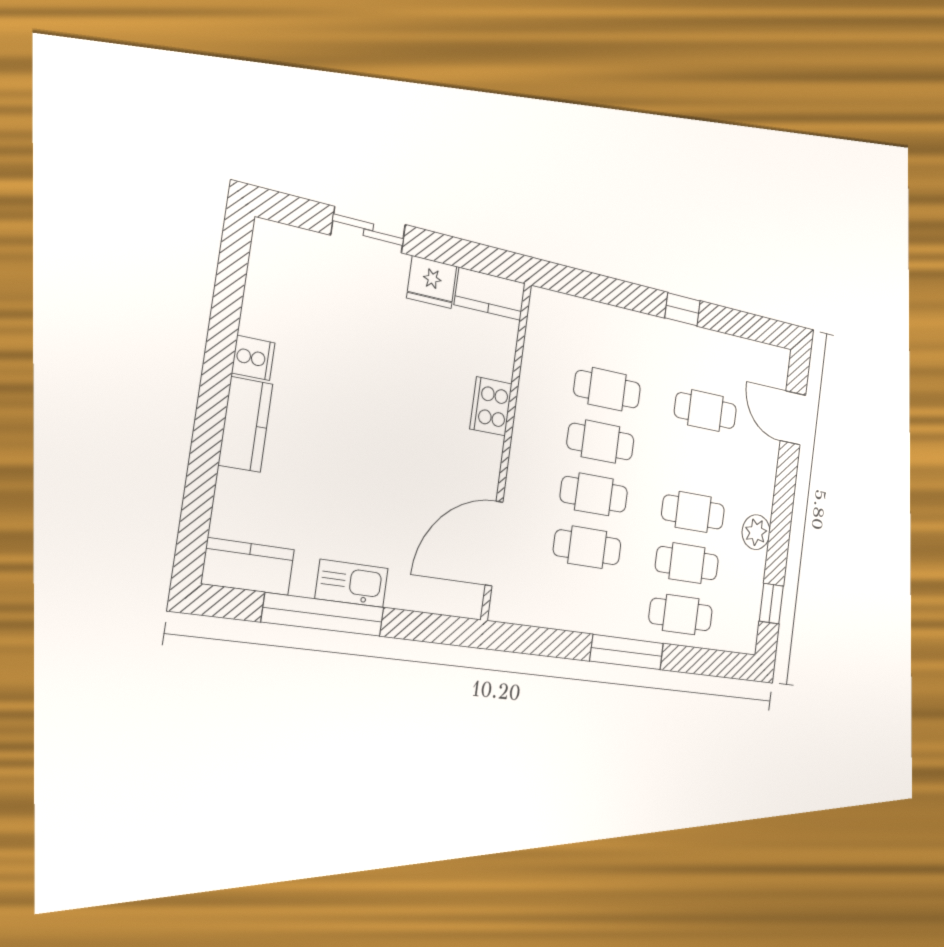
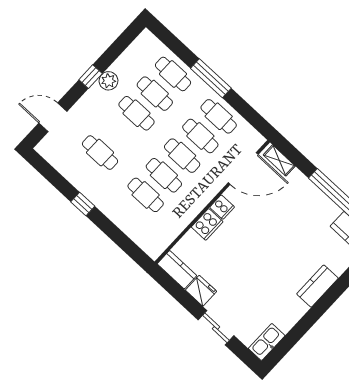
cooker: (253, 358) -> (222, 207), moved, turned 180
door: (793, 418) -> (53, 117), swing flipped
kitchen sink: (352, 583) -> (267, 342), moved, turned 90
shelving: (448, 601) -> (279, 160), added
cafe table: (581, 601) -> (219, 116), added
window: (771, 604) -> (91, 77), moved

